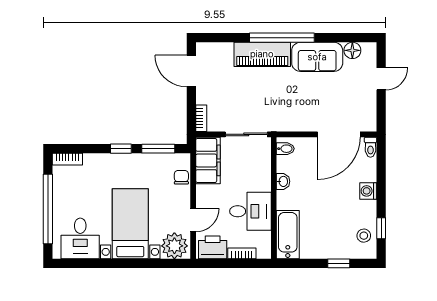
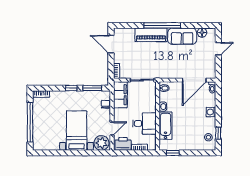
bathtub: (288, 235) -> (165, 126), moved
desk: (80, 238) -> (48, 139), removed
window: (339, 263) -> (173, 153), moved

